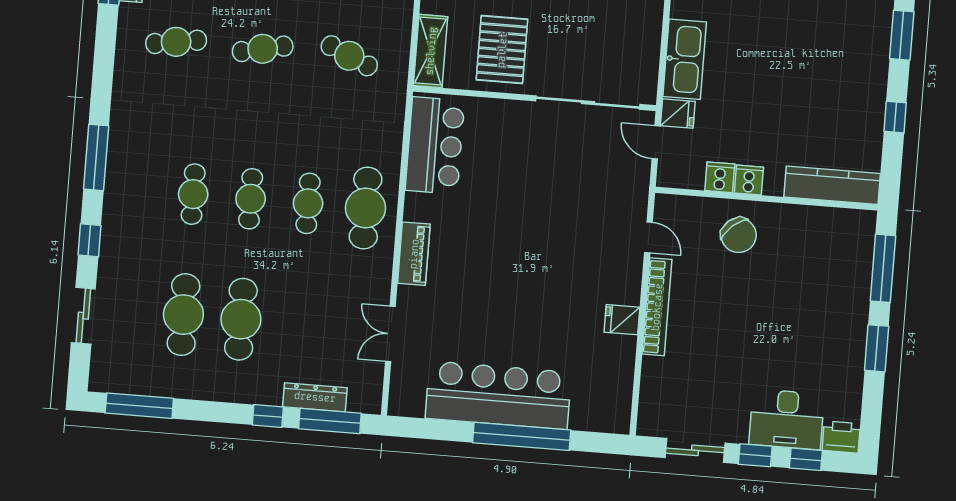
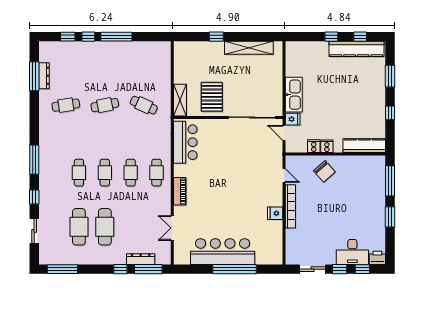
cafe table: (366, 208) -> (156, 173), width x0.73, depth x0.74

